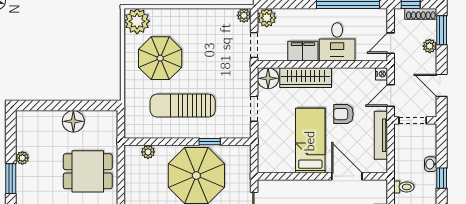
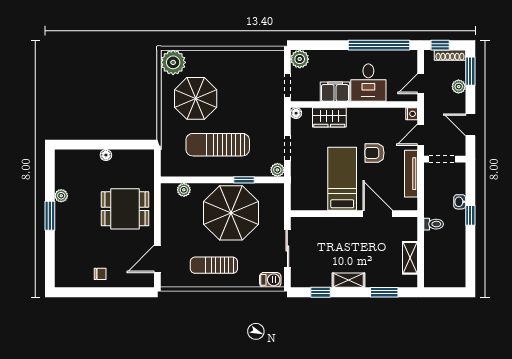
plant: (244, 15) -> (277, 170), moved
floor lamp: (268, 78) -> (296, 113), width x0.53, depth x0.53
wardrobe: (306, 78) -> (329, 117), width x0.67
floor lamp: (73, 121) -> (106, 155), width x0.53, depth x0.53

